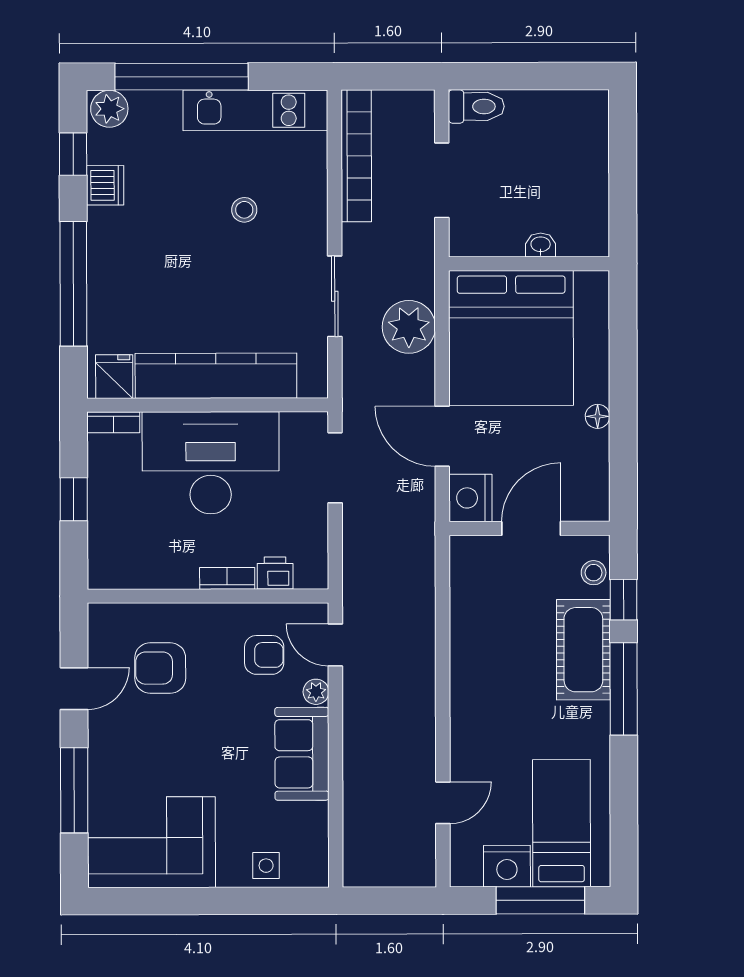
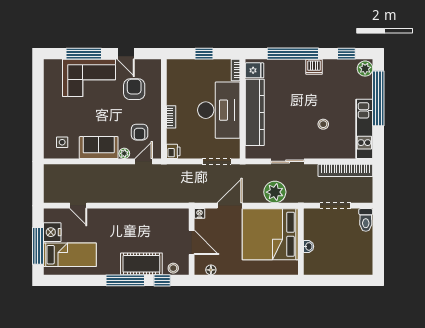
dishwasher: (105, 185) -> (314, 67), moved
floor lamp: (598, 416) -> (211, 270), moved
nightstand: (470, 498) -> (200, 213), width x0.53, depth x0.56
printer: (275, 573) -> (173, 151), moved
corner sofa: (151, 842) -> (89, 78), moved, turned 90
side table: (266, 866) -> (62, 142), moved

